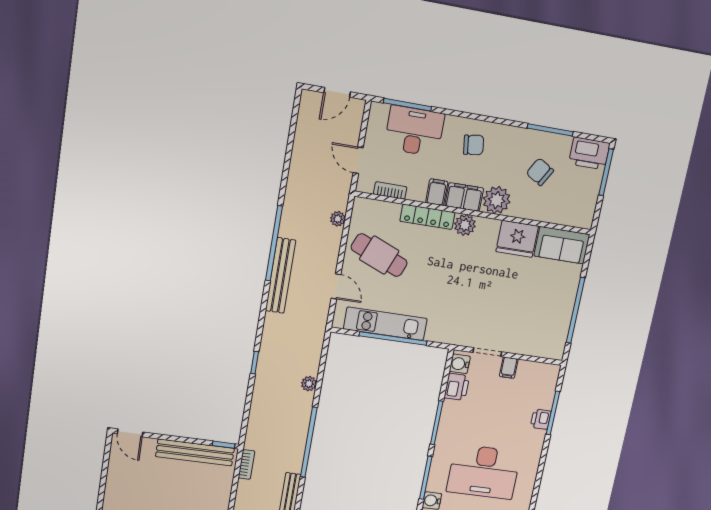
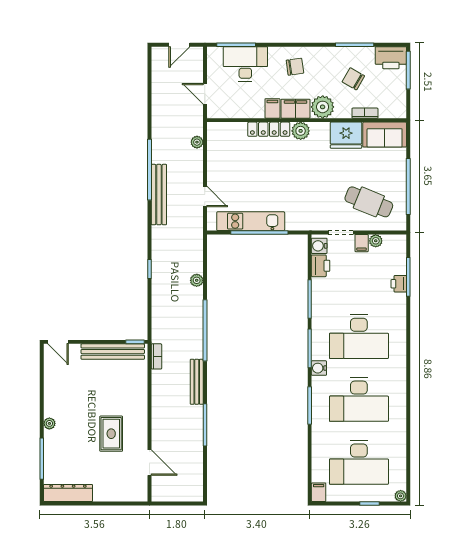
bookcase: (390, 190) -> (365, 113), moved
cafe table: (379, 255) -> (369, 202), moved
plant: (525, 367) -> (376, 241), added

